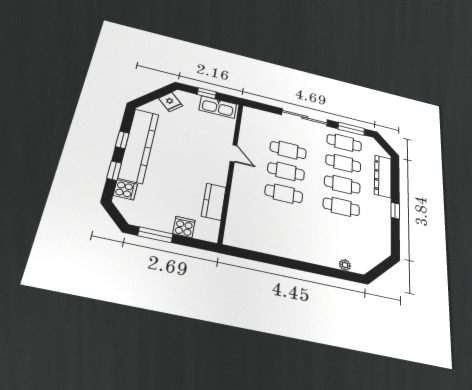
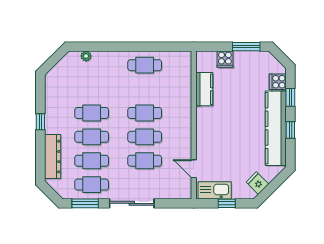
door: (234, 153) -> (194, 169), moved
cafe table: (279, 241) -> (145, 65), added

